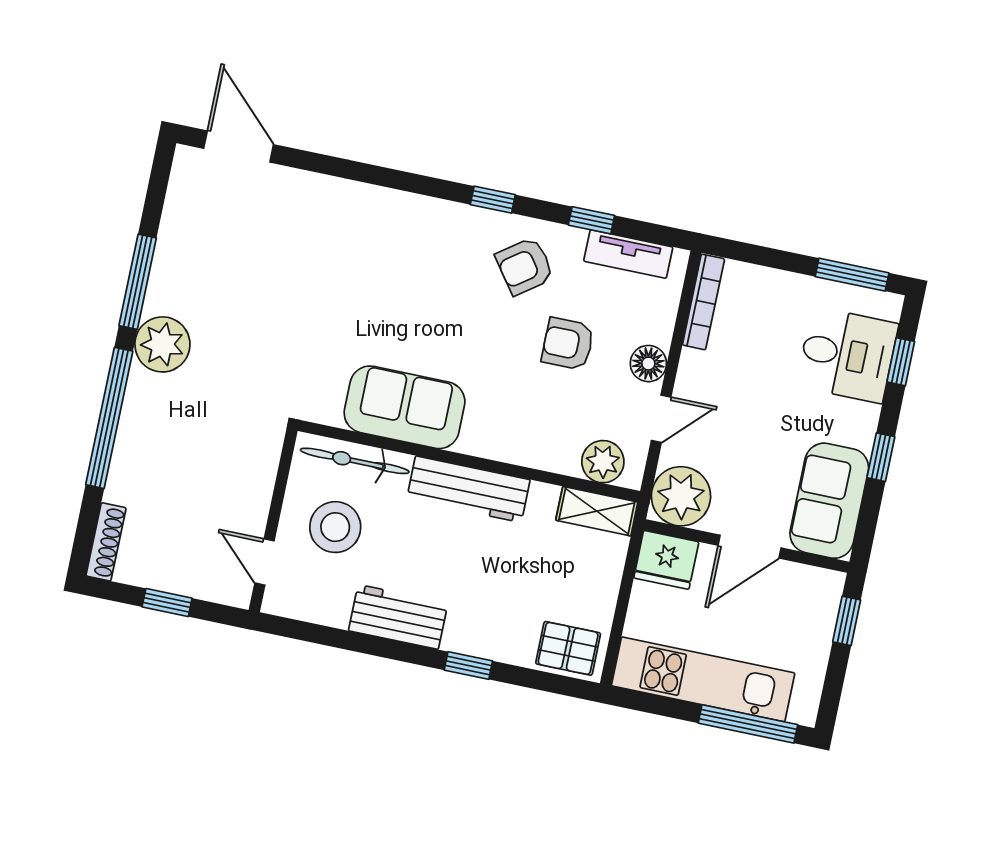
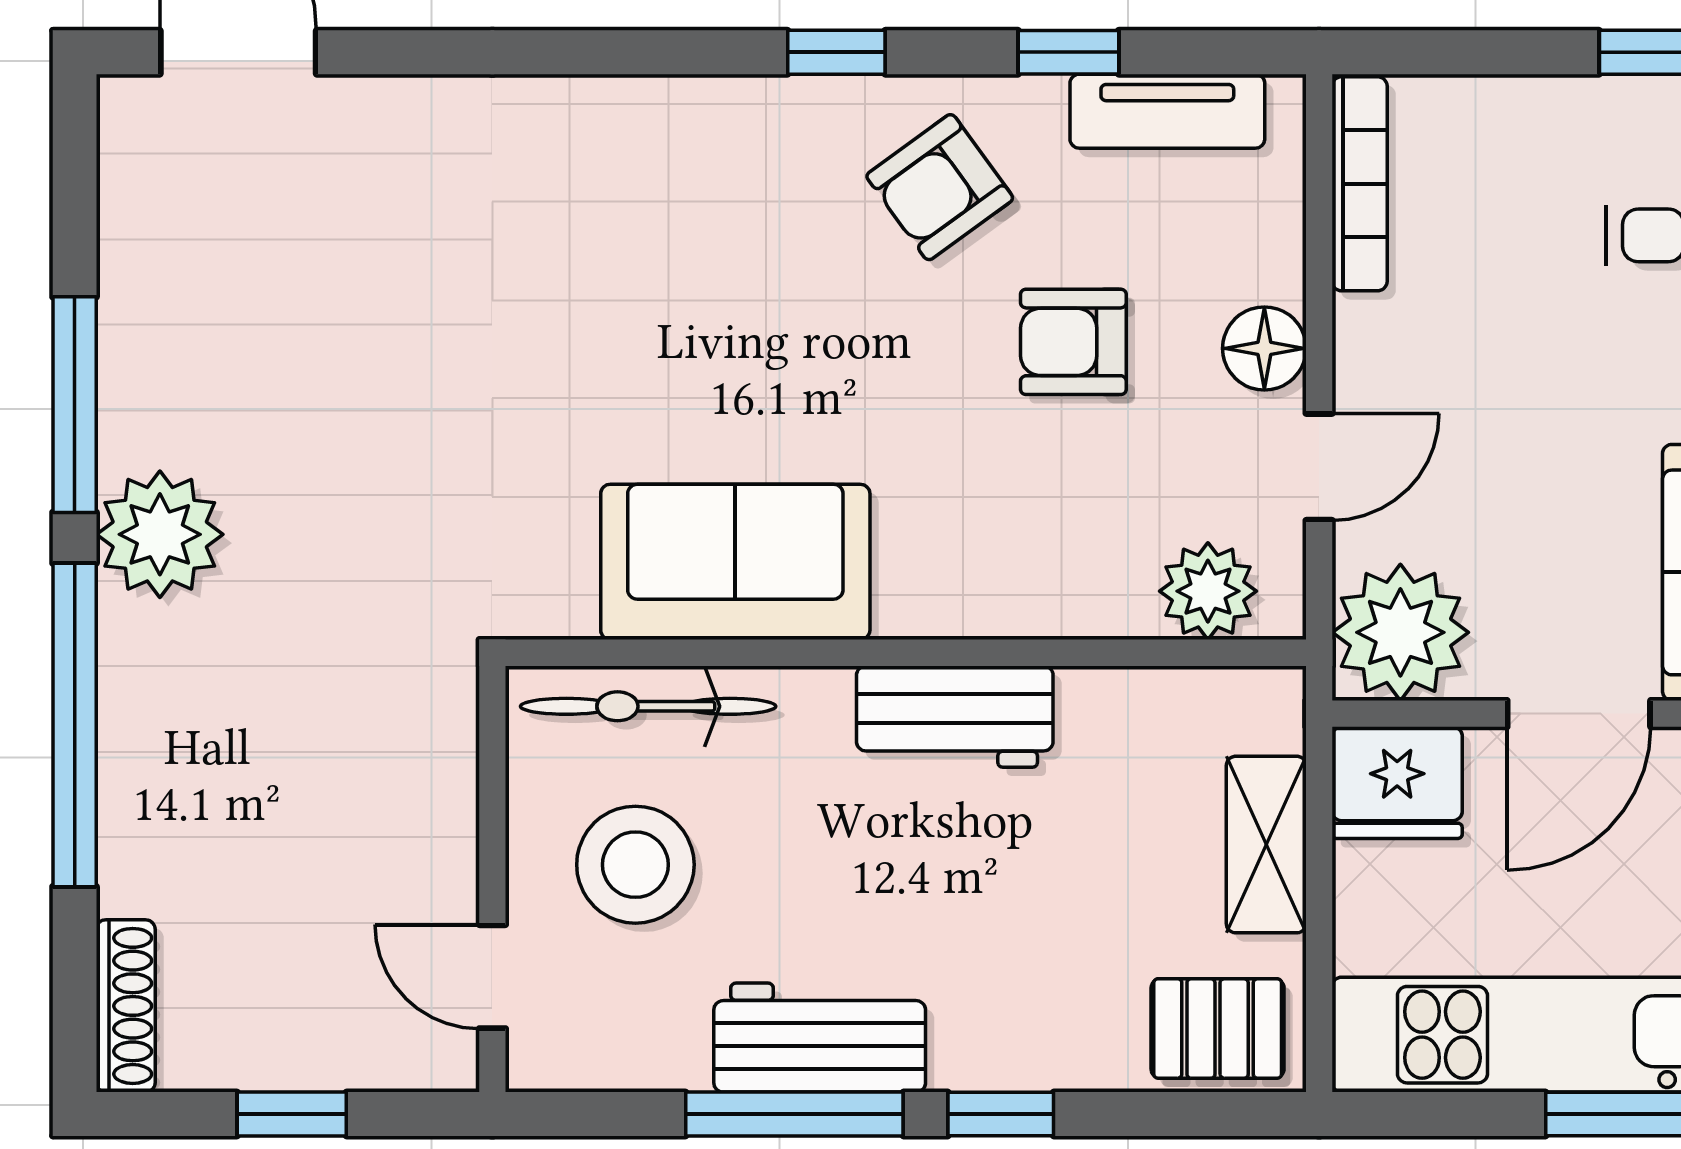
workbench: (468, 489) -> (955, 717), width x0.73
shelving: (597, 511) -> (1266, 845), moved, turned 90
window: (381, 647) -> (794, 1114), added

